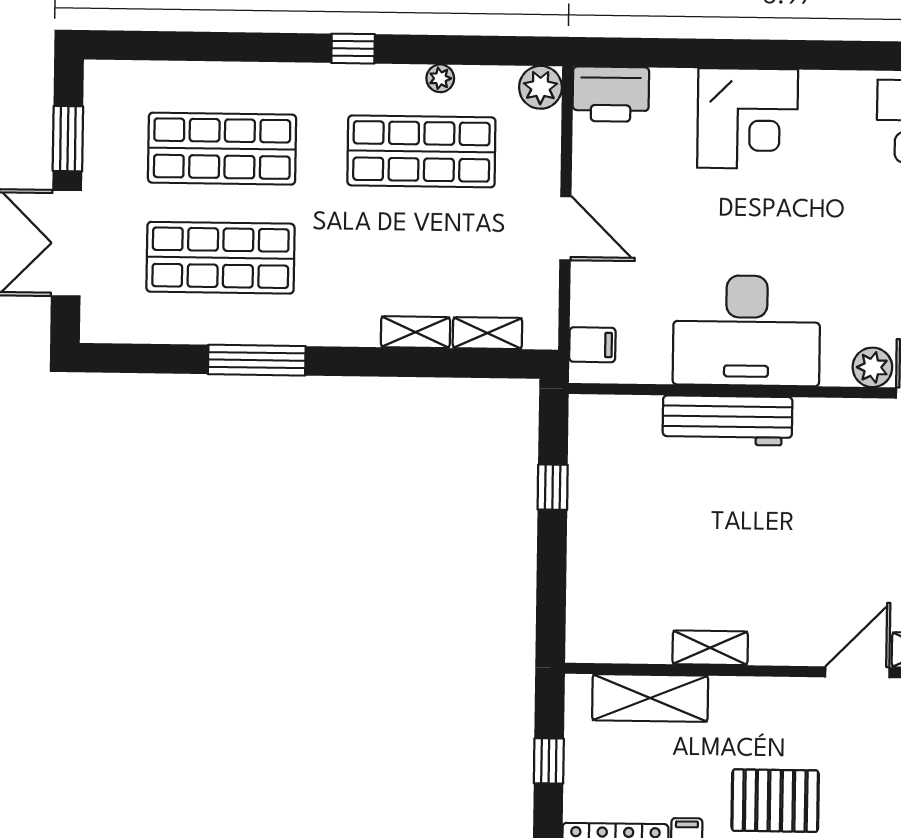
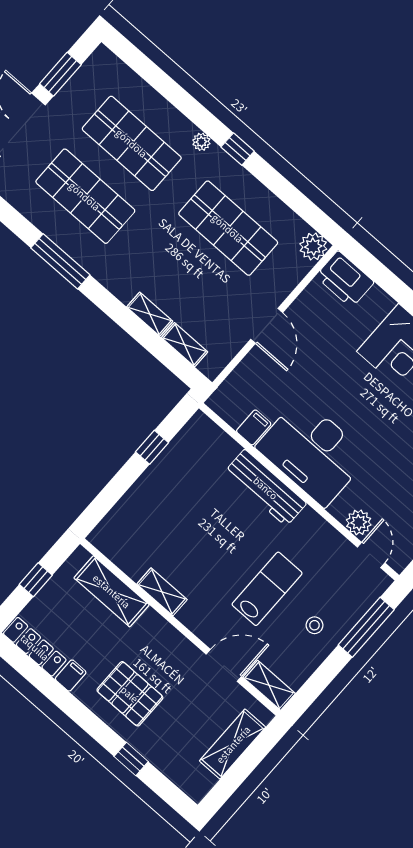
plant: (440, 78) -> (201, 142), moved
filing cabinet: (592, 345) -> (254, 427), moved, turned -90
lab bench: (831, 538) -> (267, 589), added

